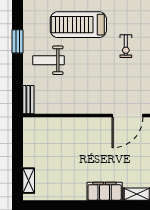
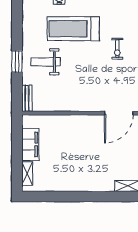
window: (18, 41) -> (17, 62), moved
filing cabinet: (105, 191) -> (30, 144), moved, turned 90

